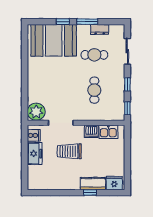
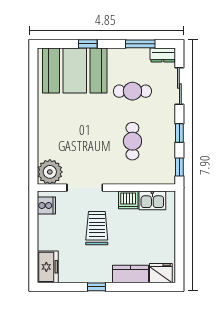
window: (87, 22) -> (140, 44), moved
dresser: (100, 29) -> (163, 55), moved
trolley: (69, 151) -> (97, 228), turned 90
freezer: (35, 154) -> (48, 267), moved
window: (90, 193) -> (97, 287), moved

